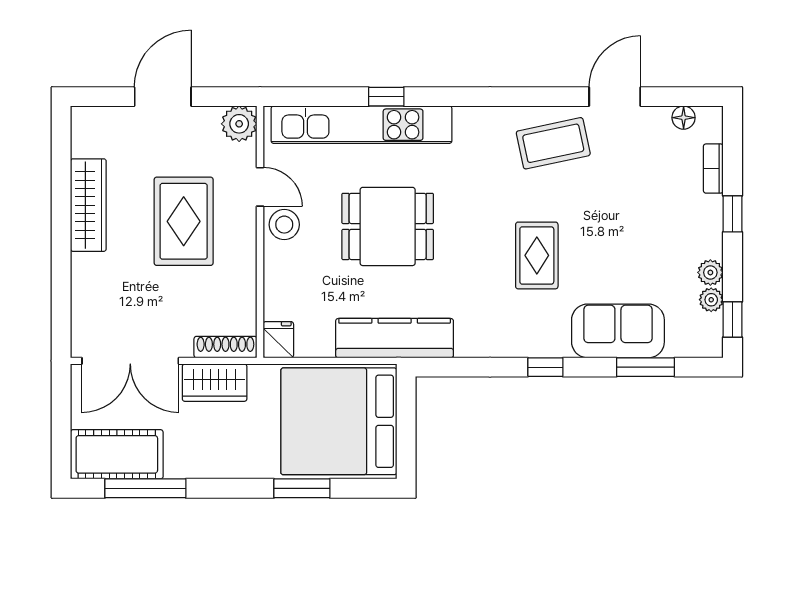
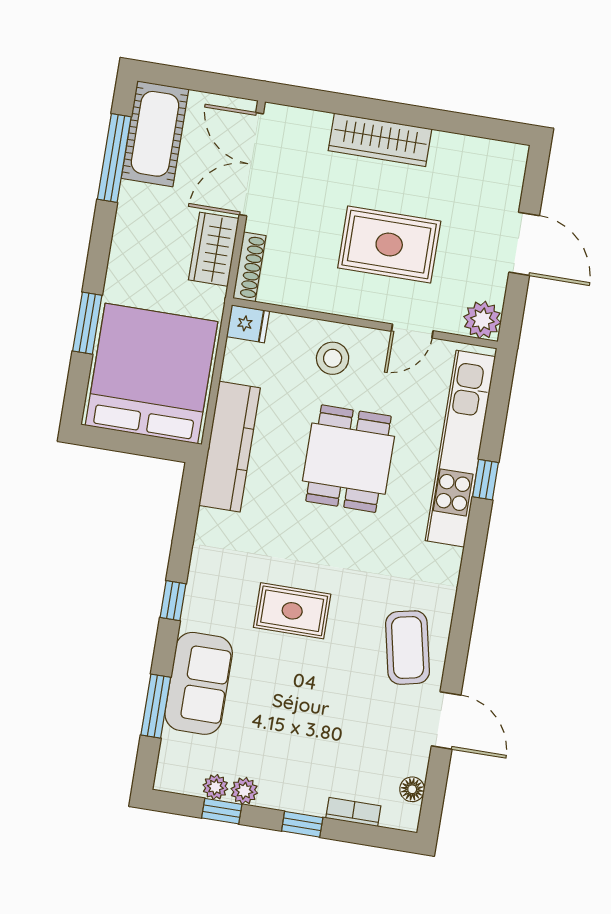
wardrobe: (88, 205) -> (380, 140), moved
stool: (284, 225) -> (333, 358), moved
window: (732, 320) -> (222, 811), moved

